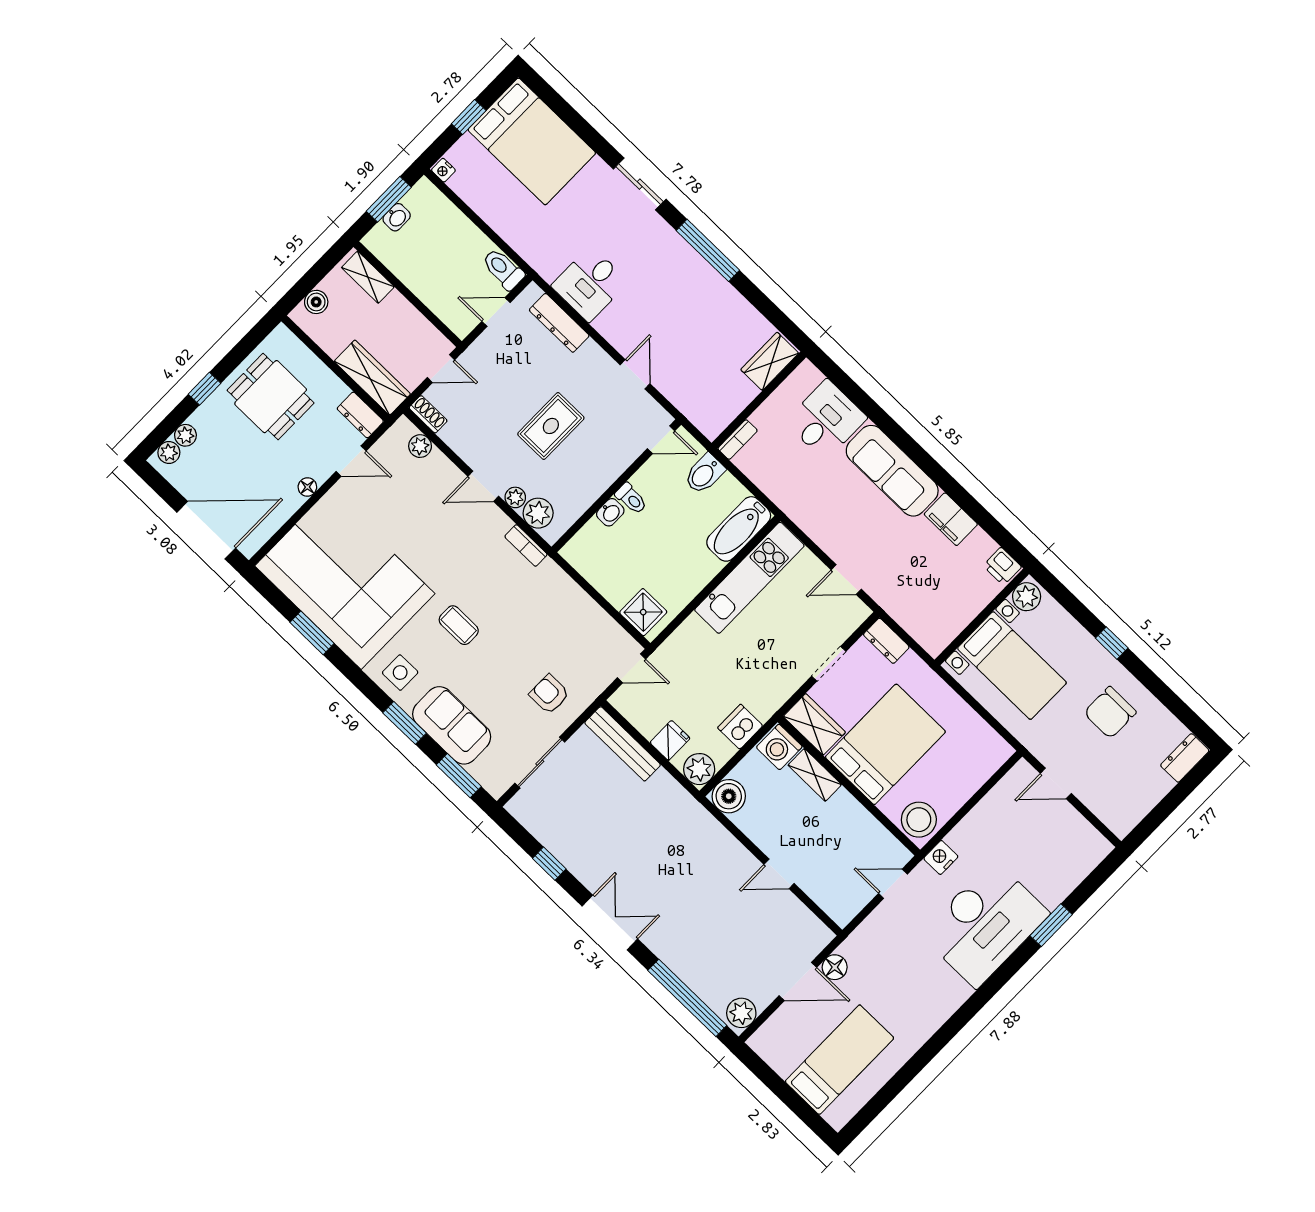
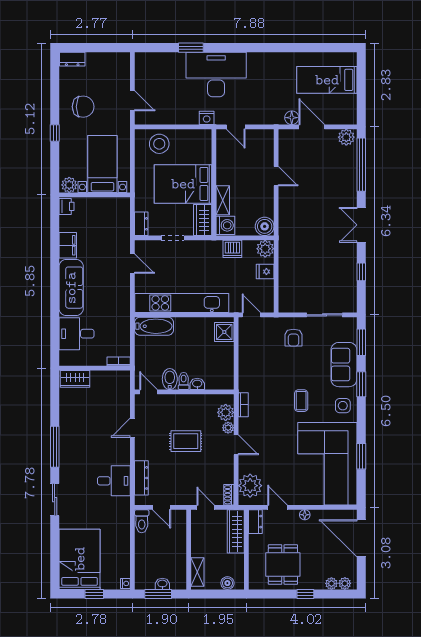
plant: (420, 446) -> (250, 486), width x1.88, depth x1.88
bidet: (704, 474) -> (170, 379), moved, turned -90
kitchen unit: (749, 578) -> (182, 303), width x1.36
bench: (623, 744) -> (285, 289), removed
stool: (919, 820) -> (159, 144), moved

